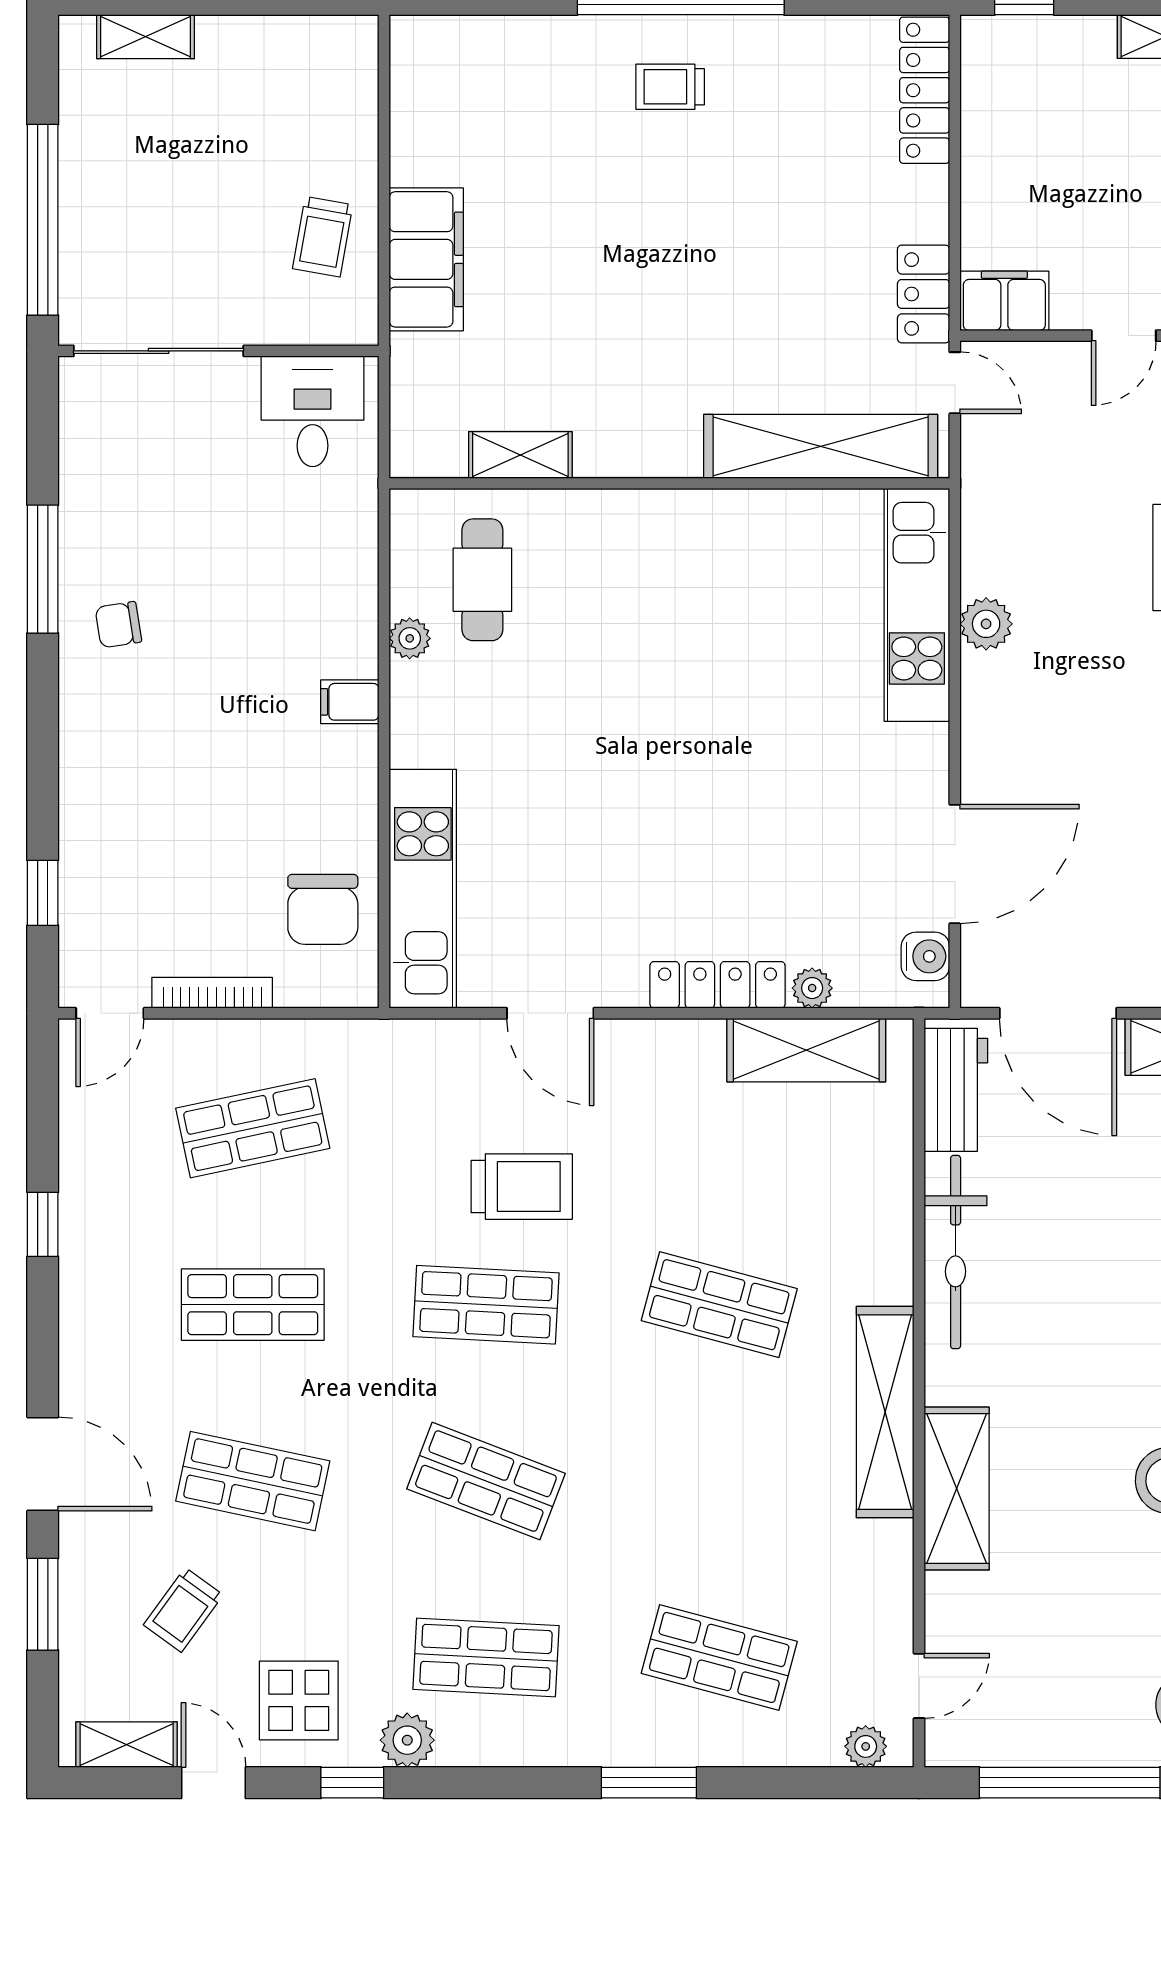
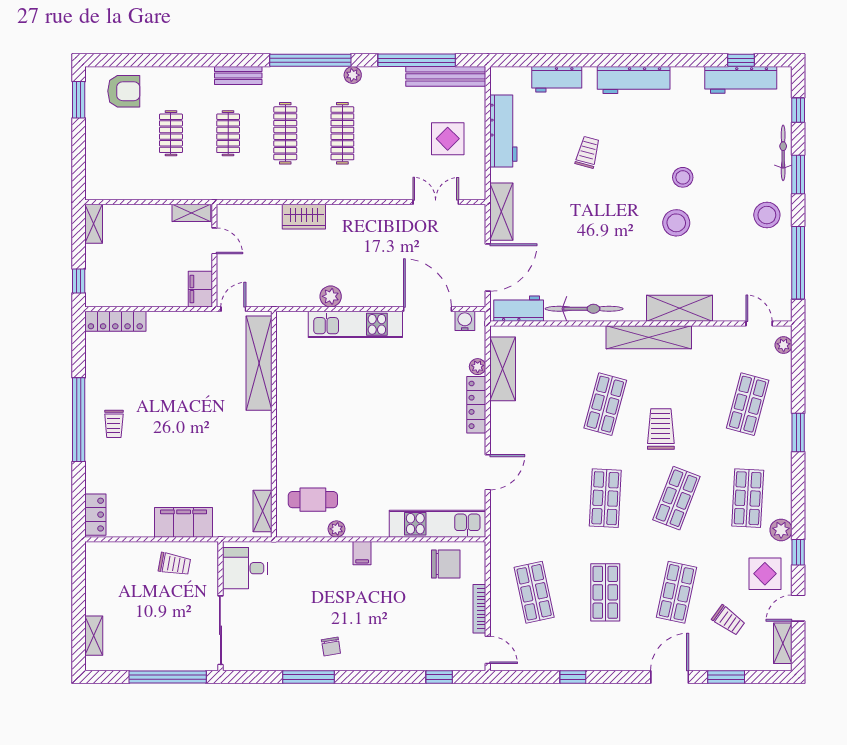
locker: (924, 294) -> (95, 515), moved, turned -90
shelving: (520, 455) -> (262, 511), moved
kitchen unit: (917, 605) -> (355, 324), moved
trolley: (522, 1187) -> (661, 429), moved

